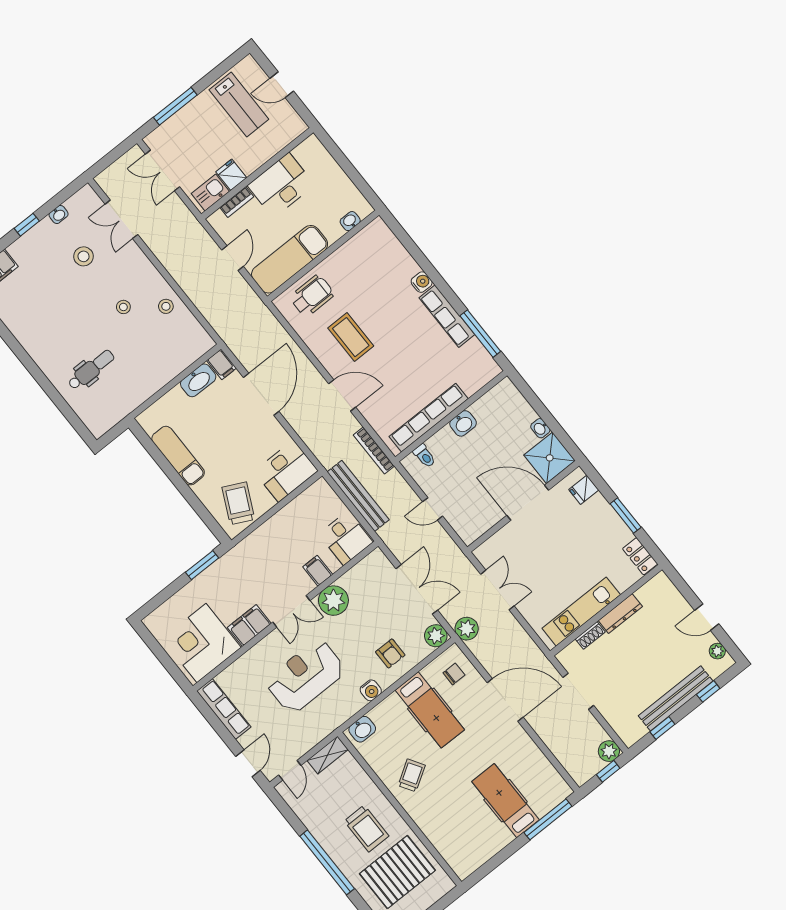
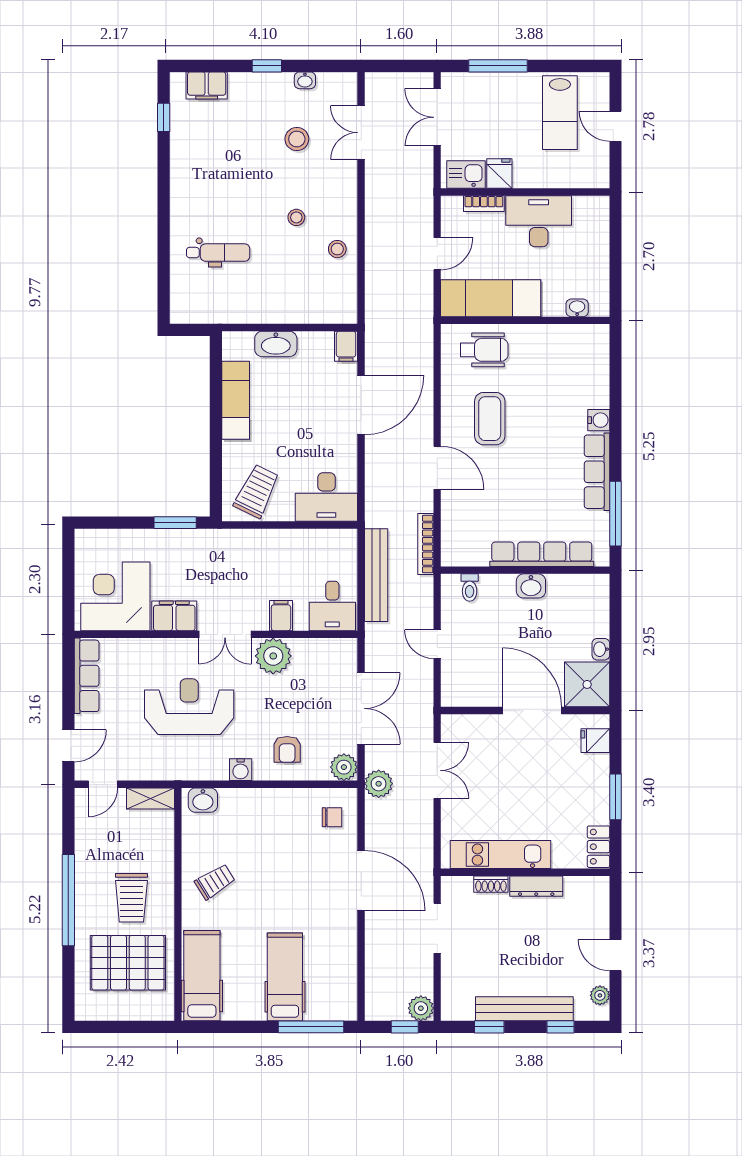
washbasin: (198, 380) -> (276, 344), moved
row of seats: (429, 418) -> (542, 554), moved
hospital bed: (430, 710) -> (202, 976), moved, turned 180

